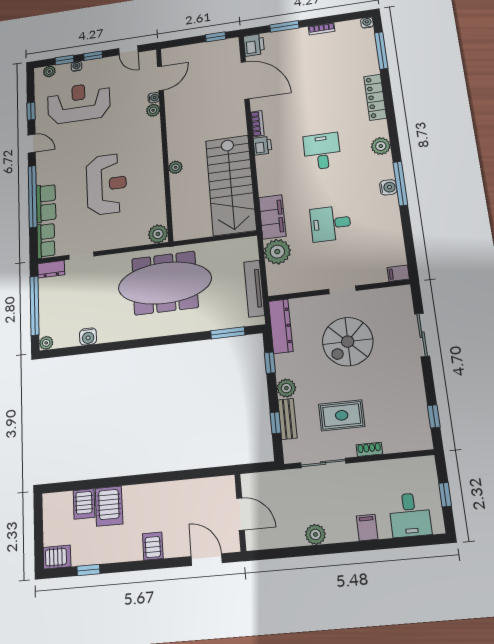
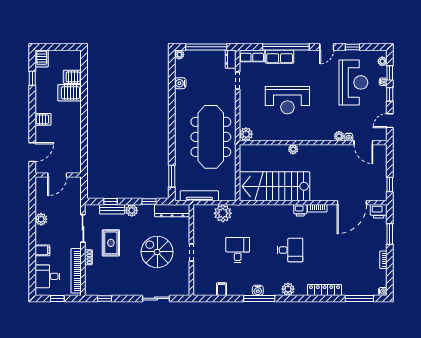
filing cabinet: (272, 217) -> (248, 212), removed
filing cabinet: (398, 273) -> (222, 289), moved
bookcase: (394, 467) -> (76, 271), added

